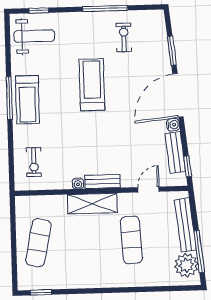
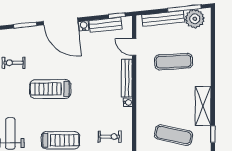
bench: (102, 182) -> (127, 78), width x1.36
shelving: (92, 204) -> (203, 106), moved

